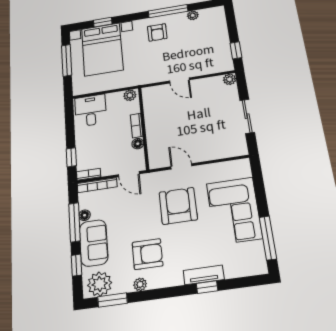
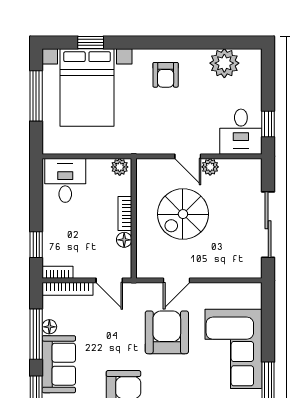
window: (168, 11) -> (184, 42), removed
plant: (193, 15) -> (224, 63), width x1.87, depth x1.87
desk: (217, 58) -> (241, 132), added
plant: (230, 79) -> (210, 167), moved
sliding door: (247, 116) -> (268, 225), width x1.37
spiral stairs: (181, 119) -> (183, 214), added
door: (181, 166) -> (176, 280), swing flipped

